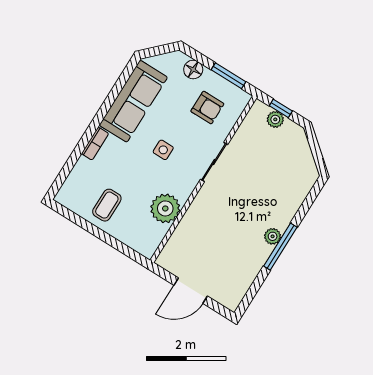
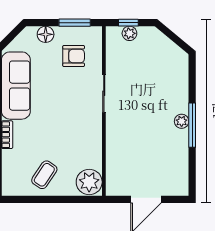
side table: (163, 150) -> (61, 108), removed
coffee table: (107, 205) -> (44, 175), turned 34
plant: (165, 208) -> (89, 182), moved

